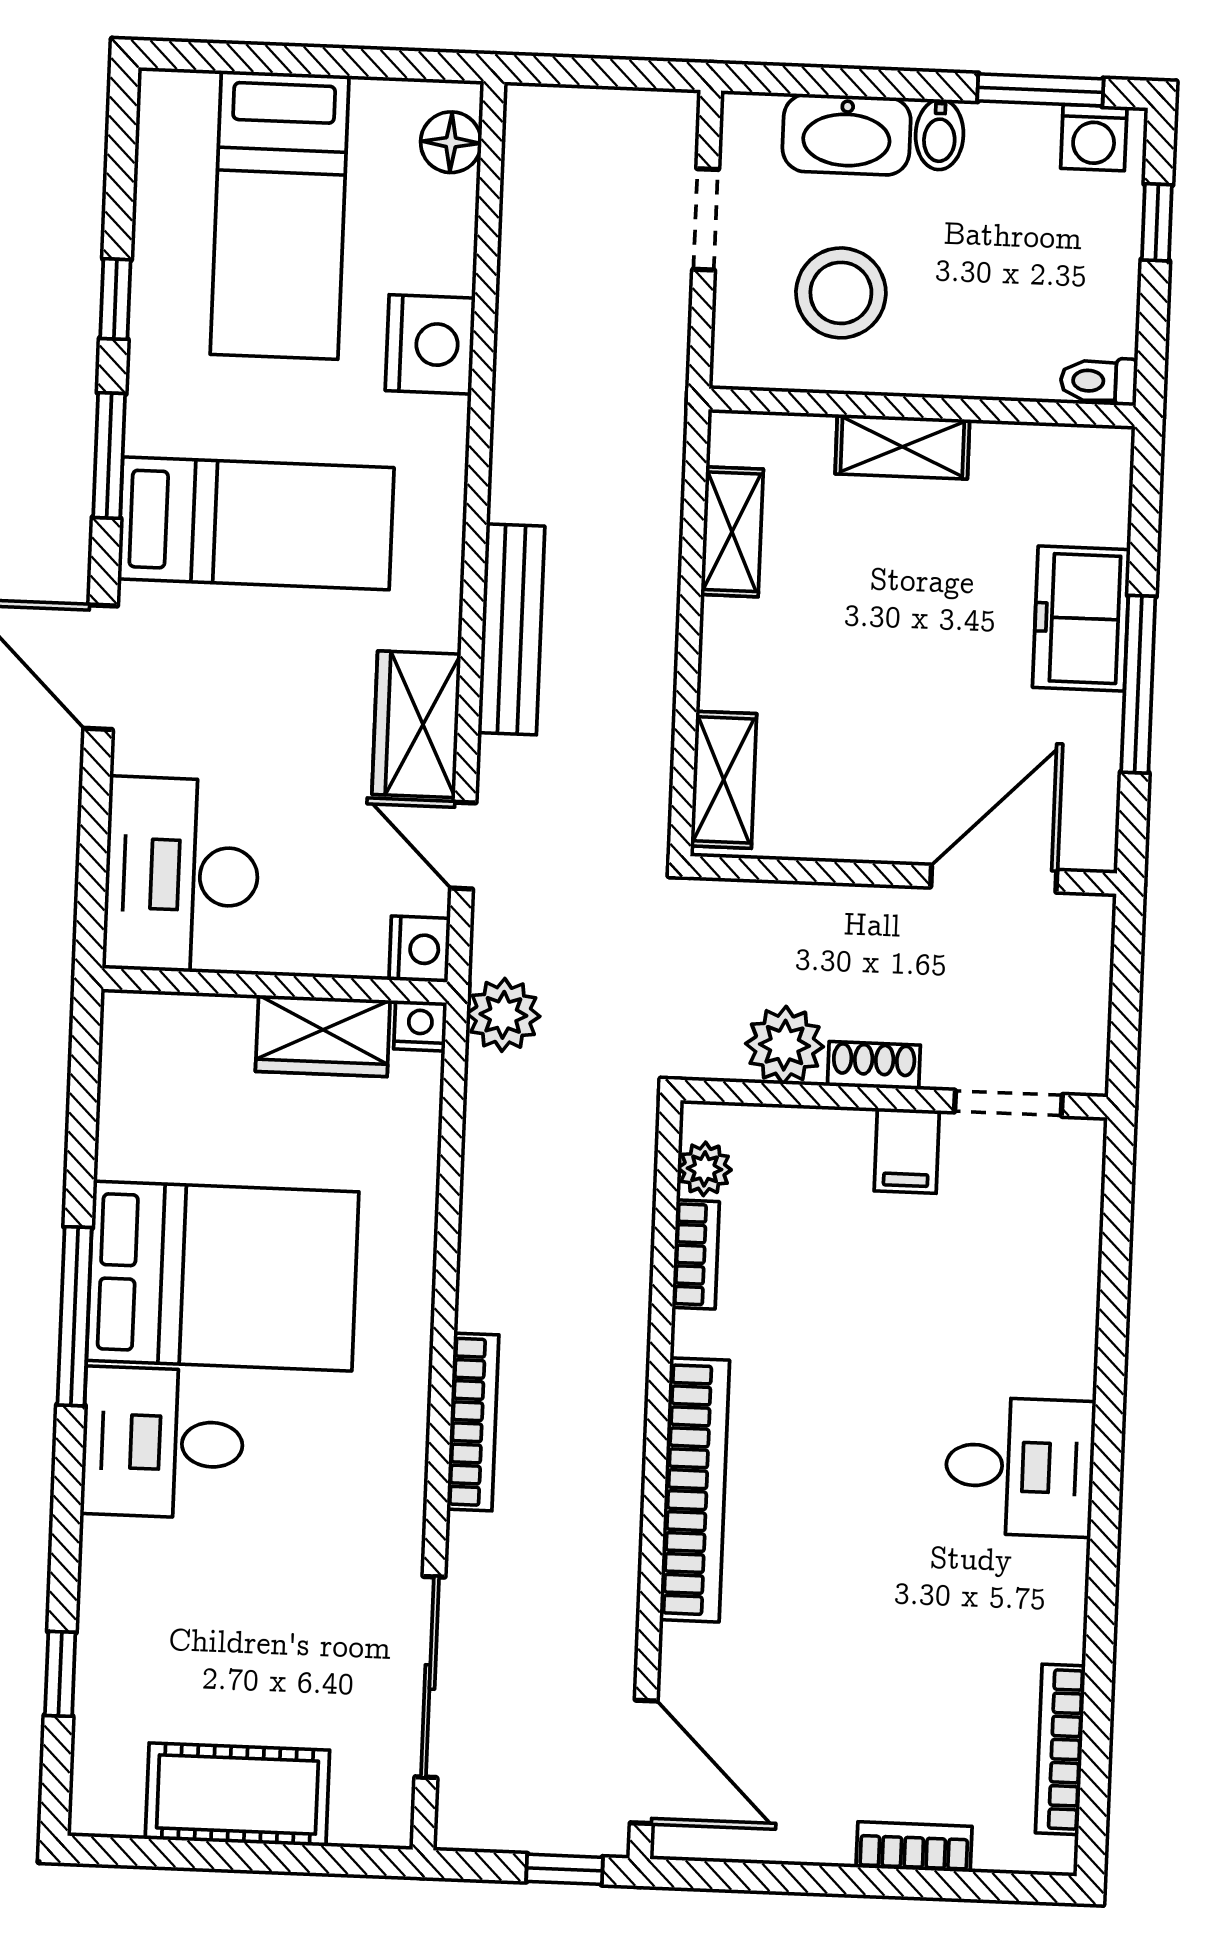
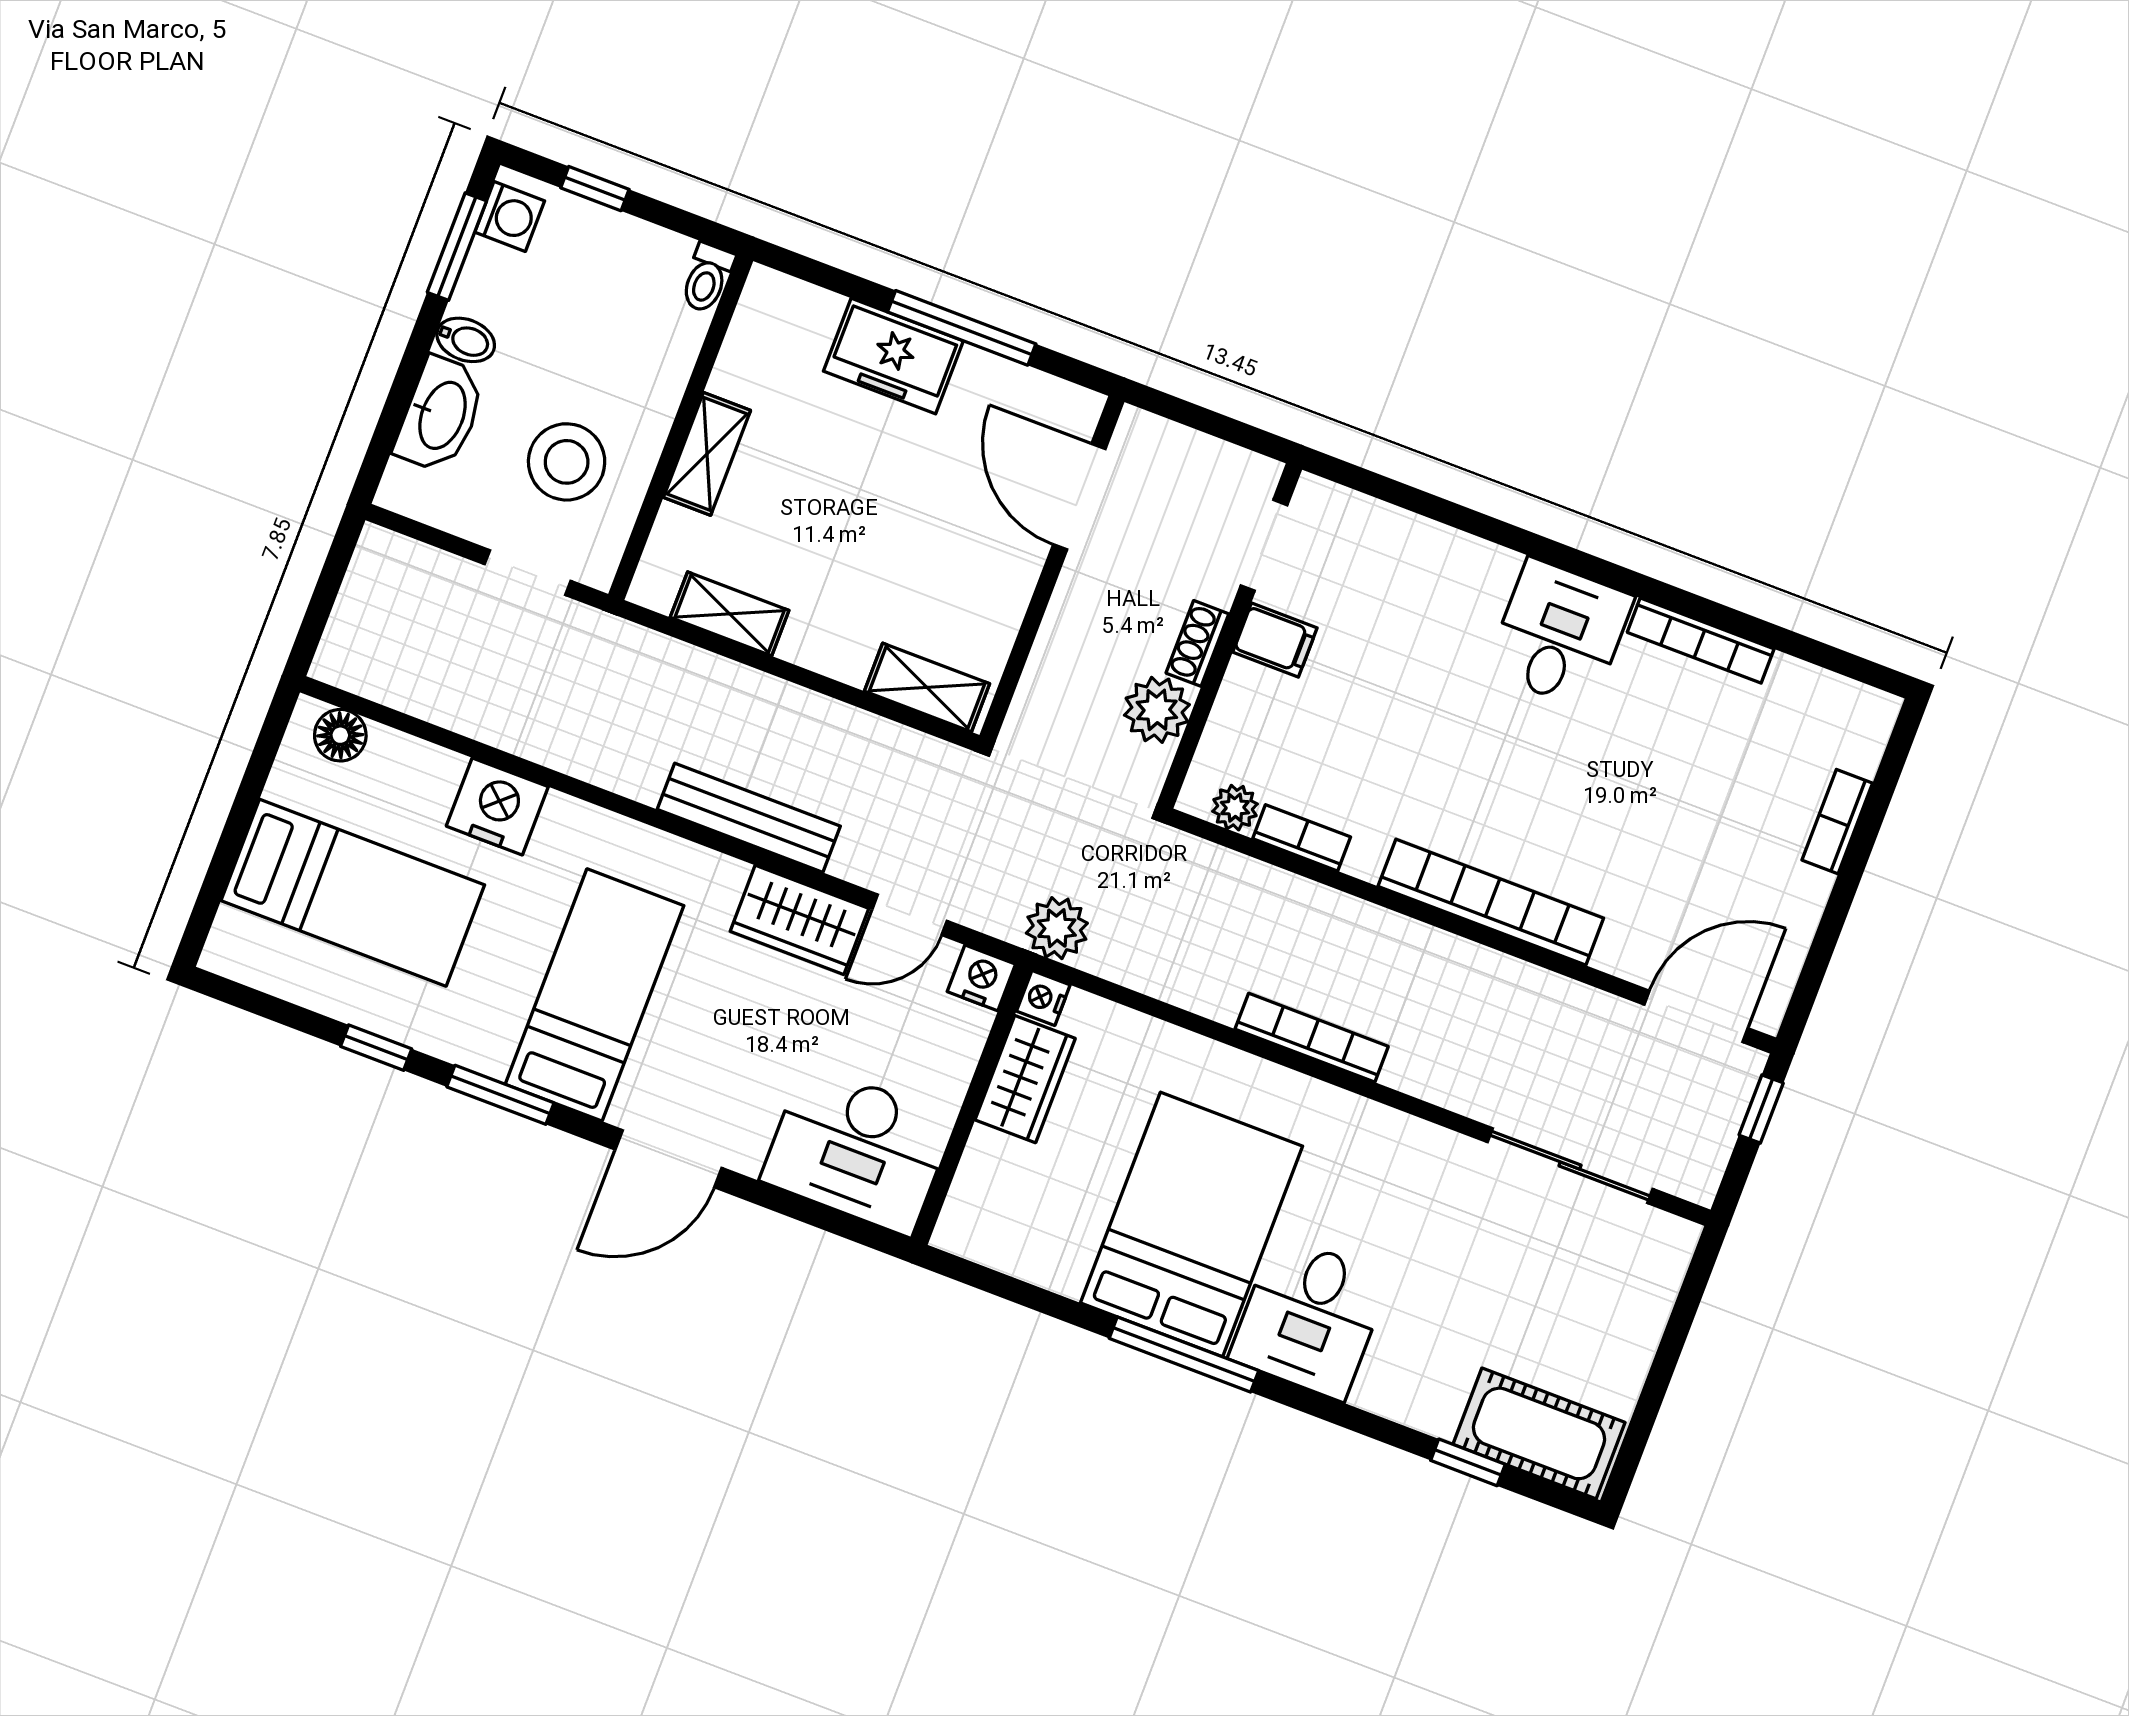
doorway: (706, 219) -> (528, 573), moved
bookcase: (473, 1422) -> (1312, 1038), moved
bookcase: (1060, 1749) -> (1701, 641), moved
cot: (237, 1794) -> (1539, 1433), moved, turned 90

